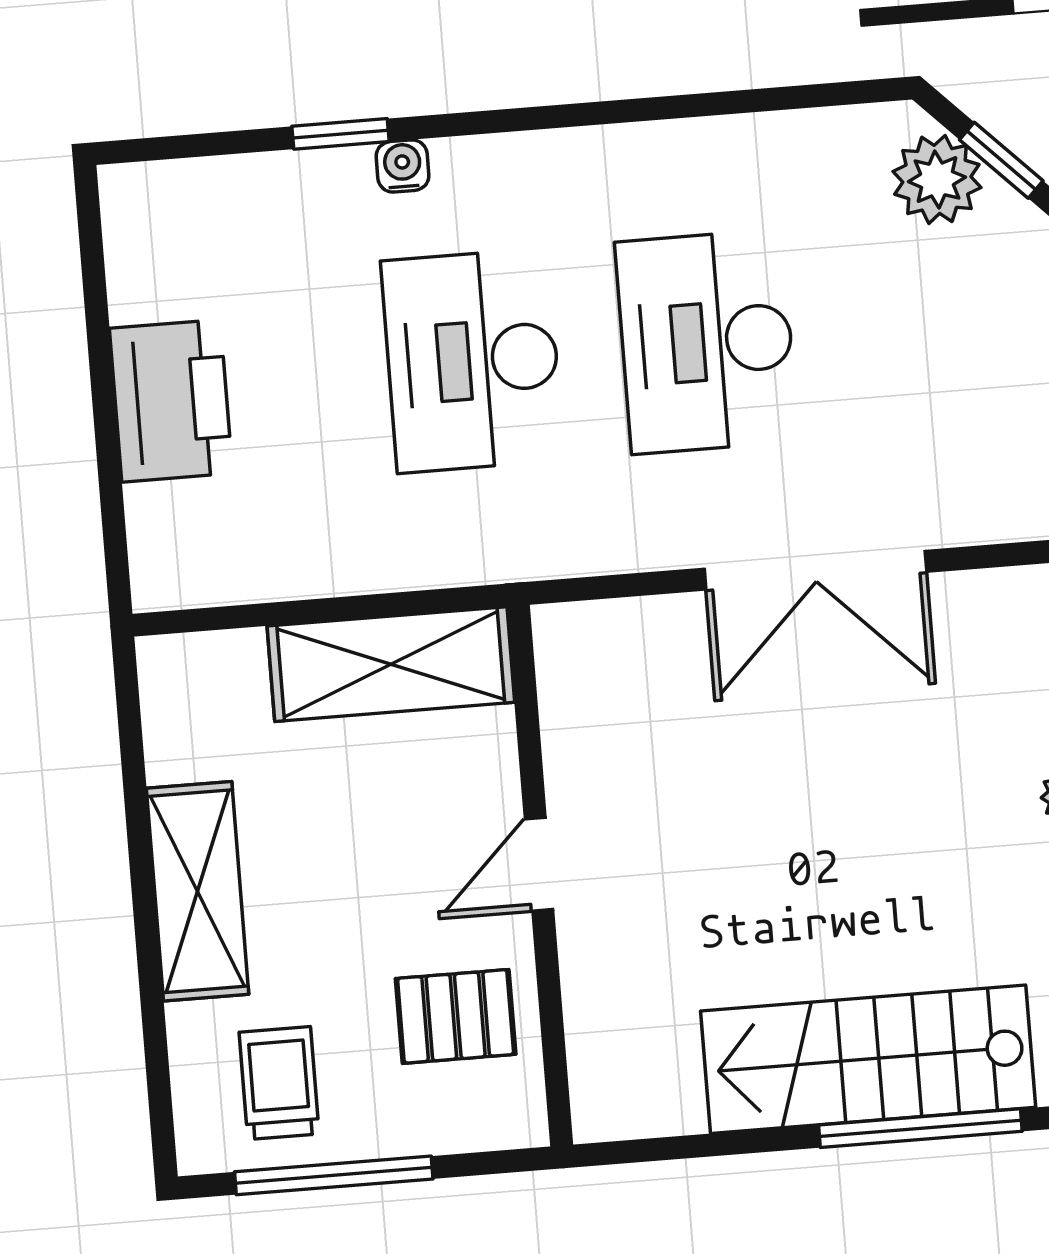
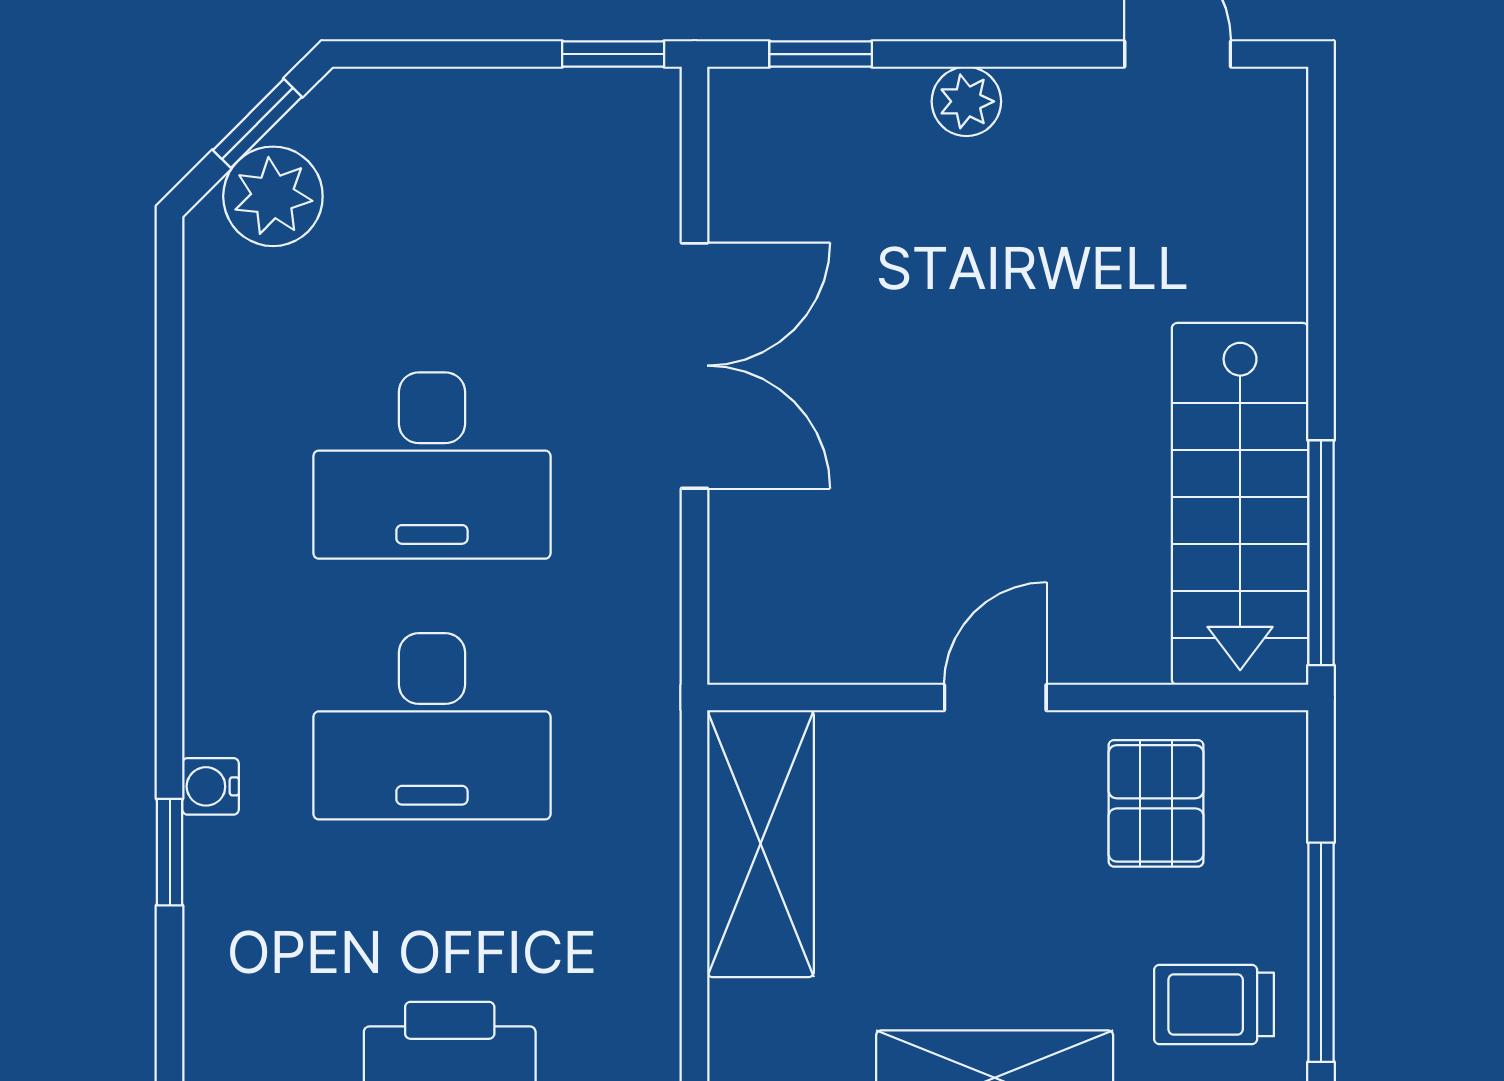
door: (539, 864) -> (995, 698), swing flipped
stairs: (868, 1059) -> (1240, 504), moved
window: (920, 1128) -> (1321, 553), moved

